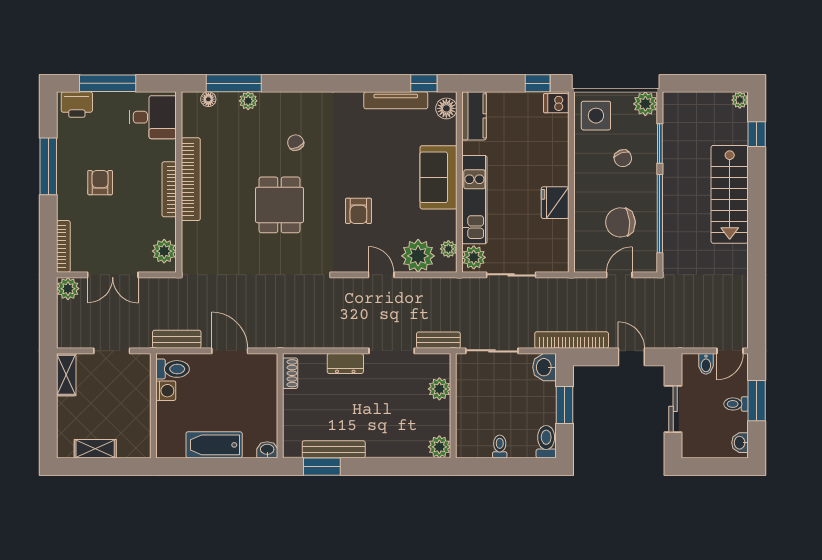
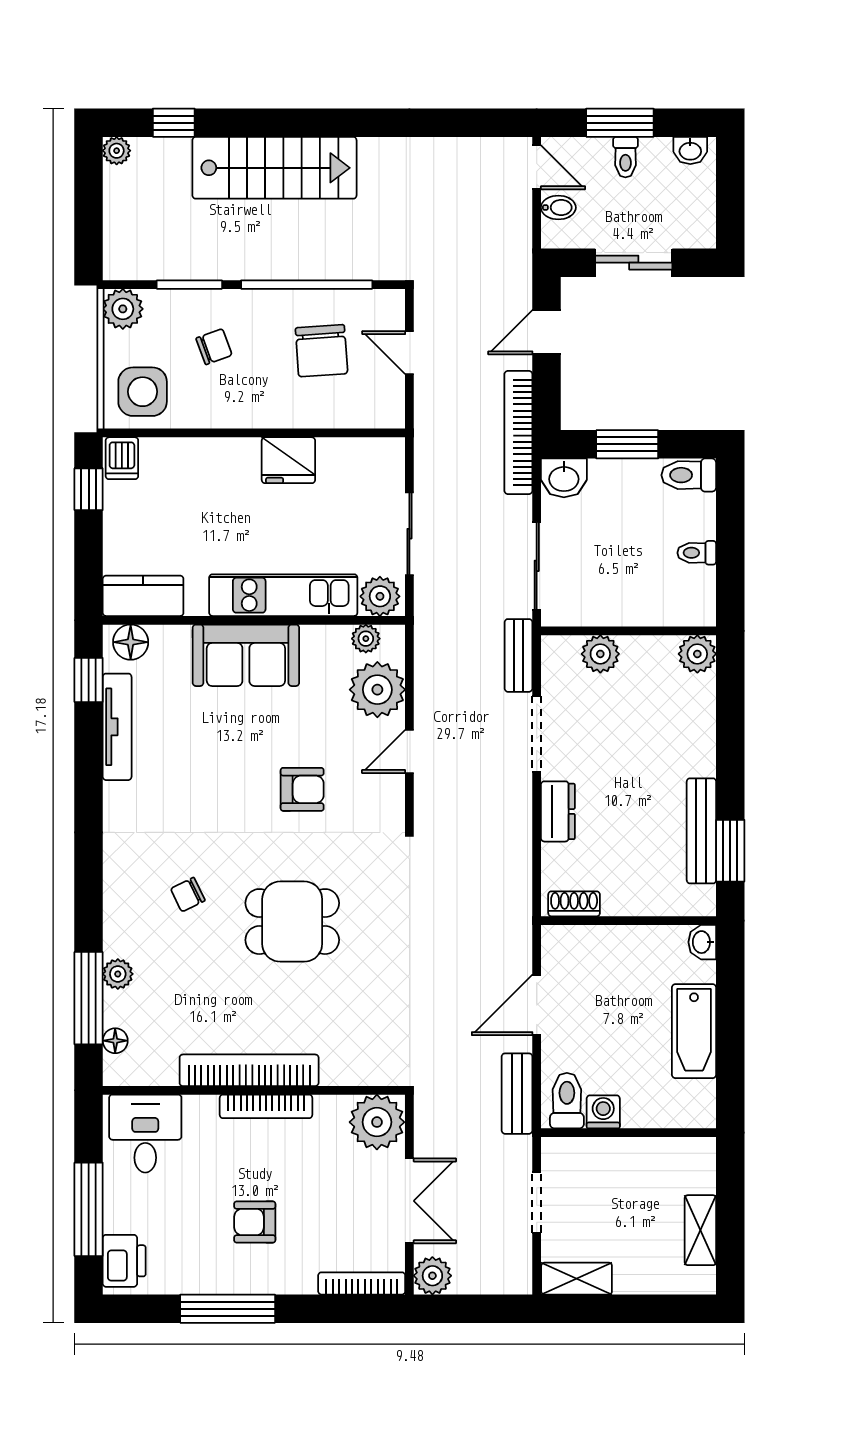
plant: (164, 251) -> (377, 1122), width x1.36, depth x1.36

